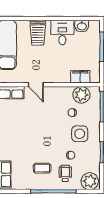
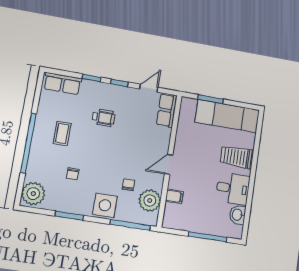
filing cabinet: (80, 77) -> (174, 196), width x0.50
door: (36, 85) -> (169, 164), moved
side table: (80, 134) -> (105, 205), moved
wheelchair: (65, 173) -> (103, 118), moved

